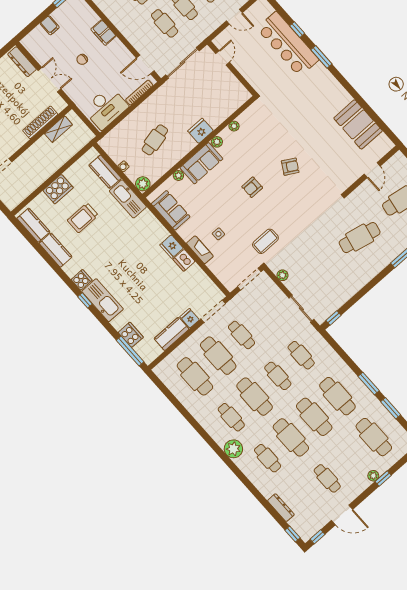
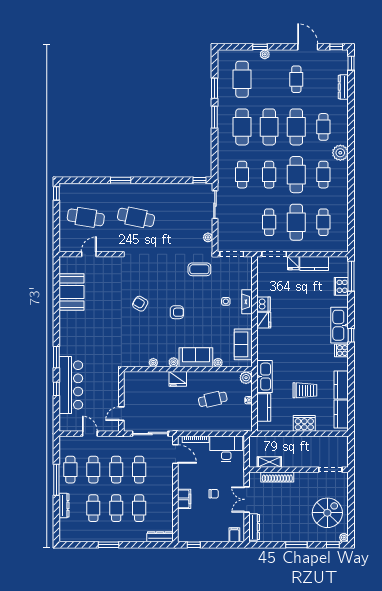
filing cabinet: (50, 25) -> (234, 535), moved
cafe table: (195, 376) -> (323, 222), width x0.73, depth x0.74

